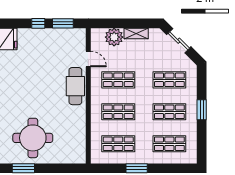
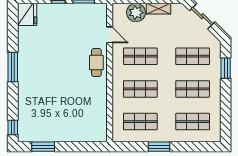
cafe table: (75, 86) -> (96, 63), width x0.73, depth x0.74
window: (202, 110) -> (226, 68), moved
round table: (33, 138) -> (53, 116), removed

